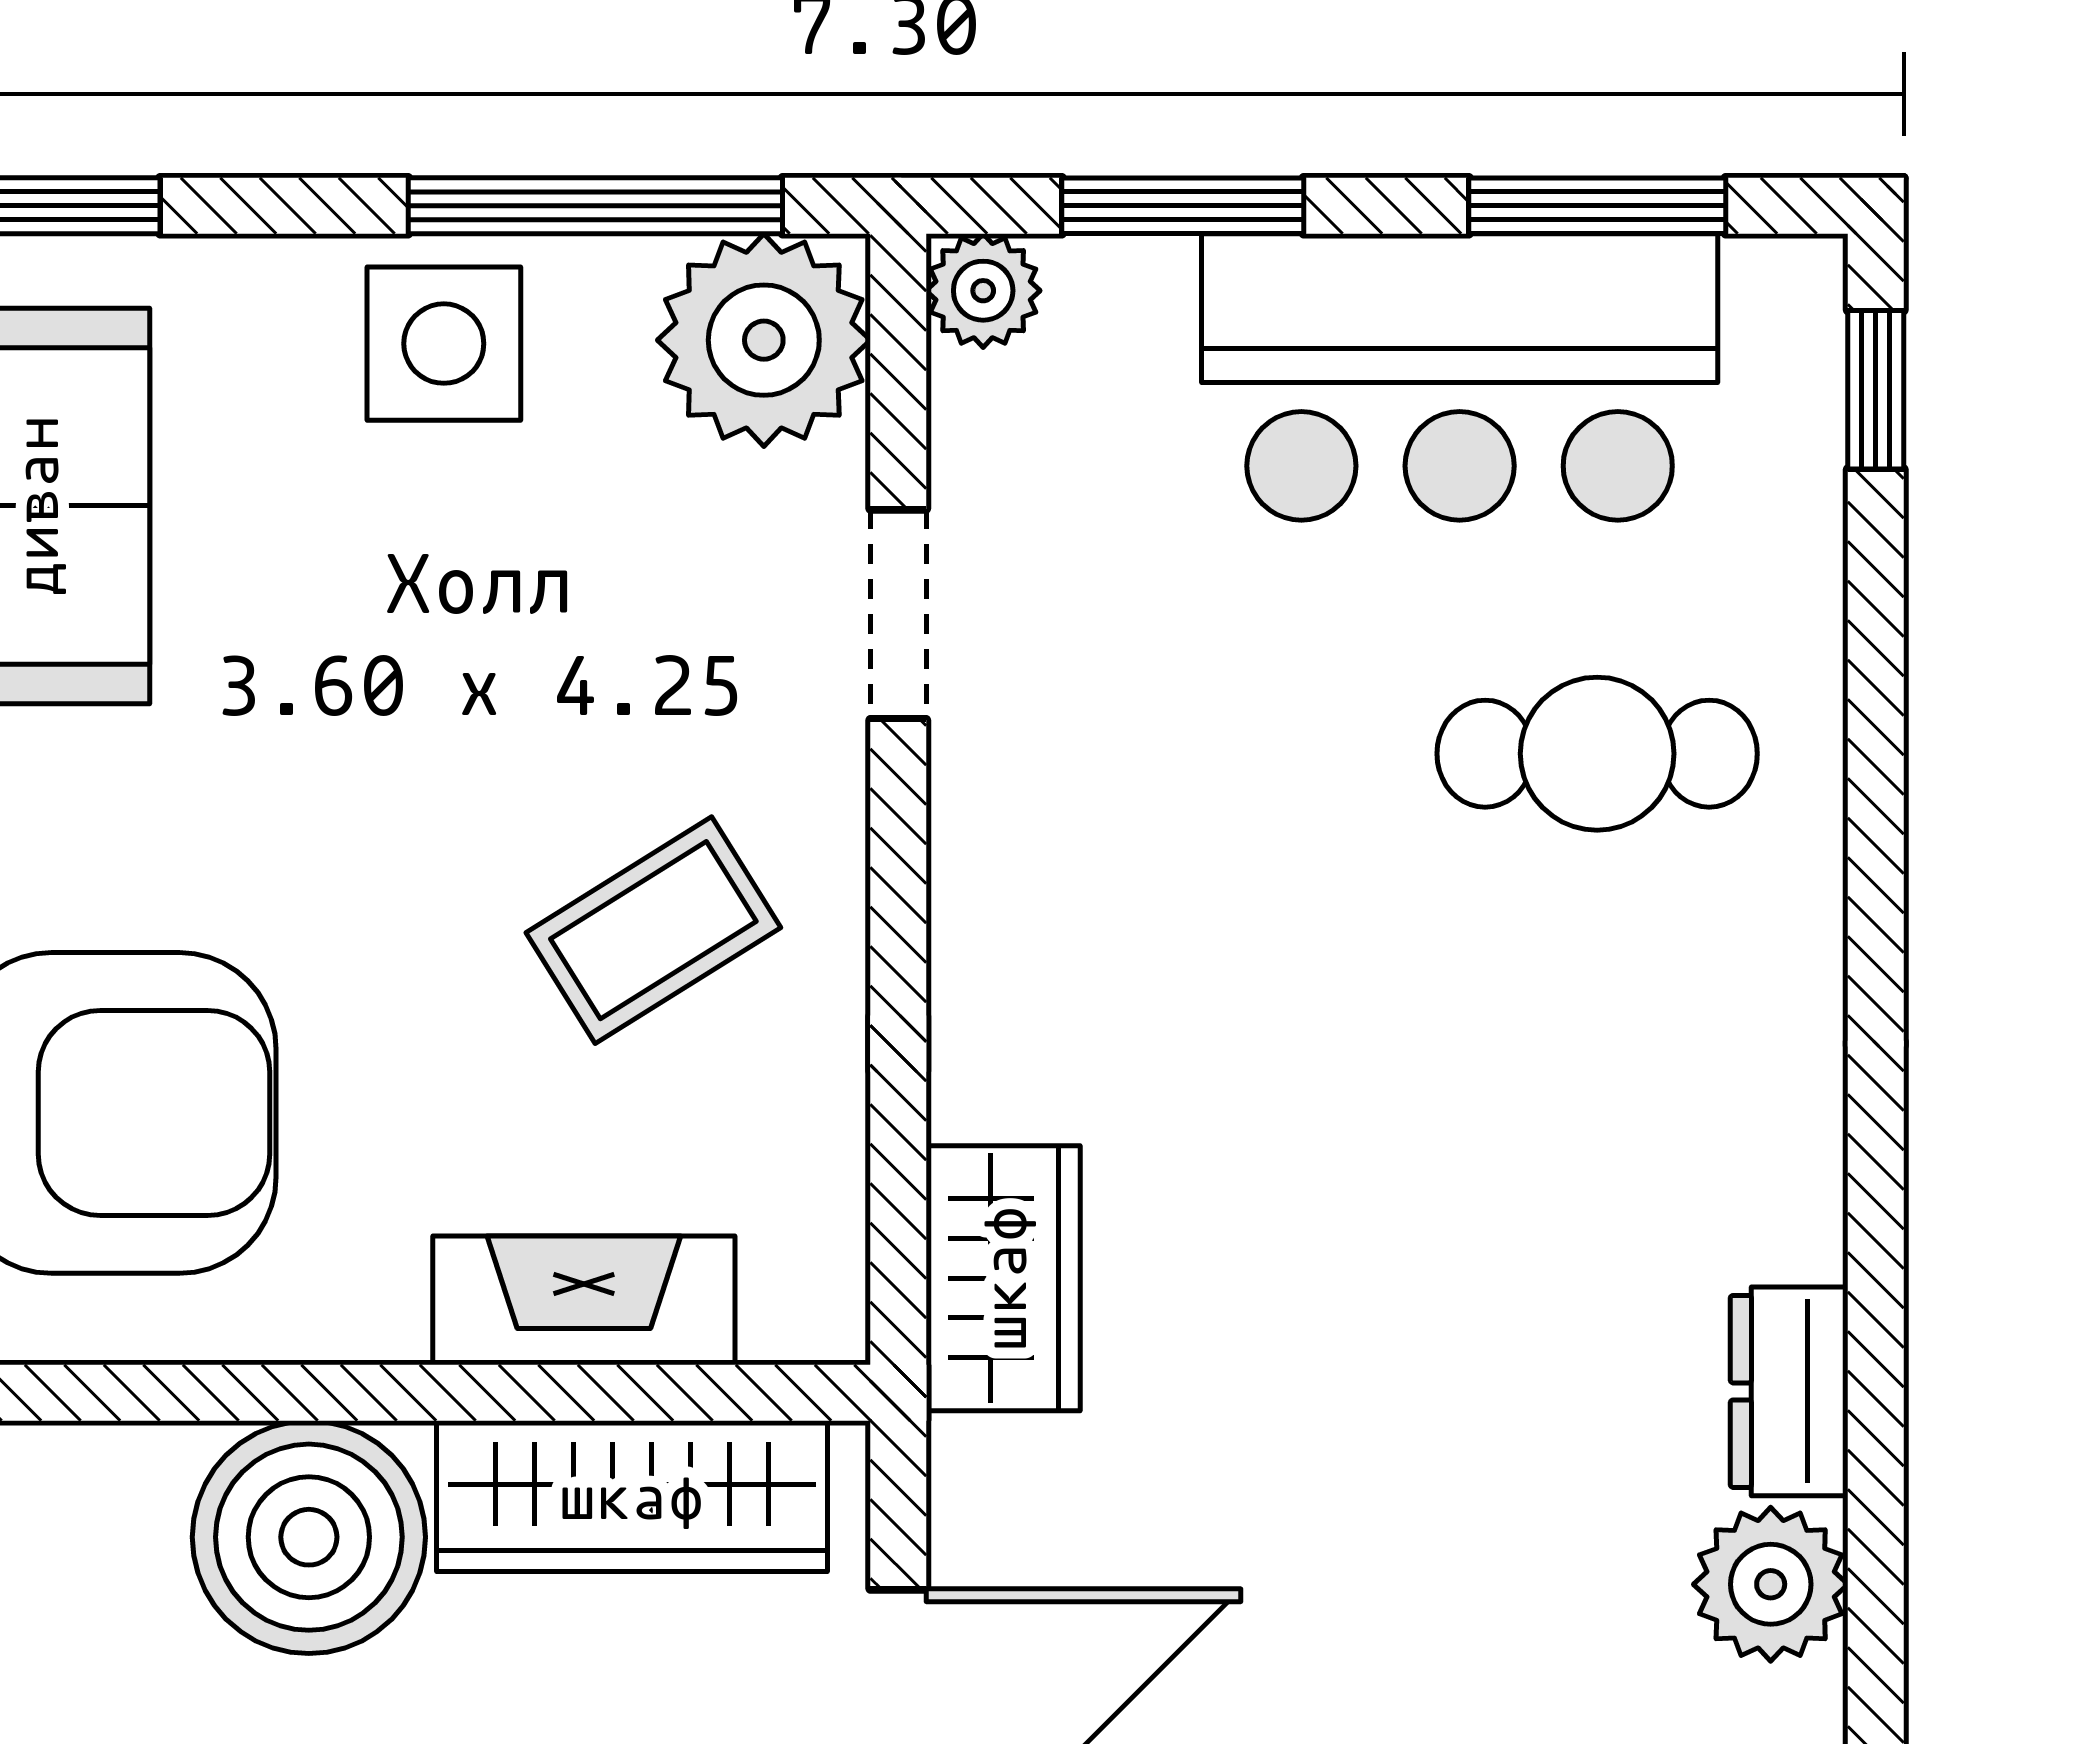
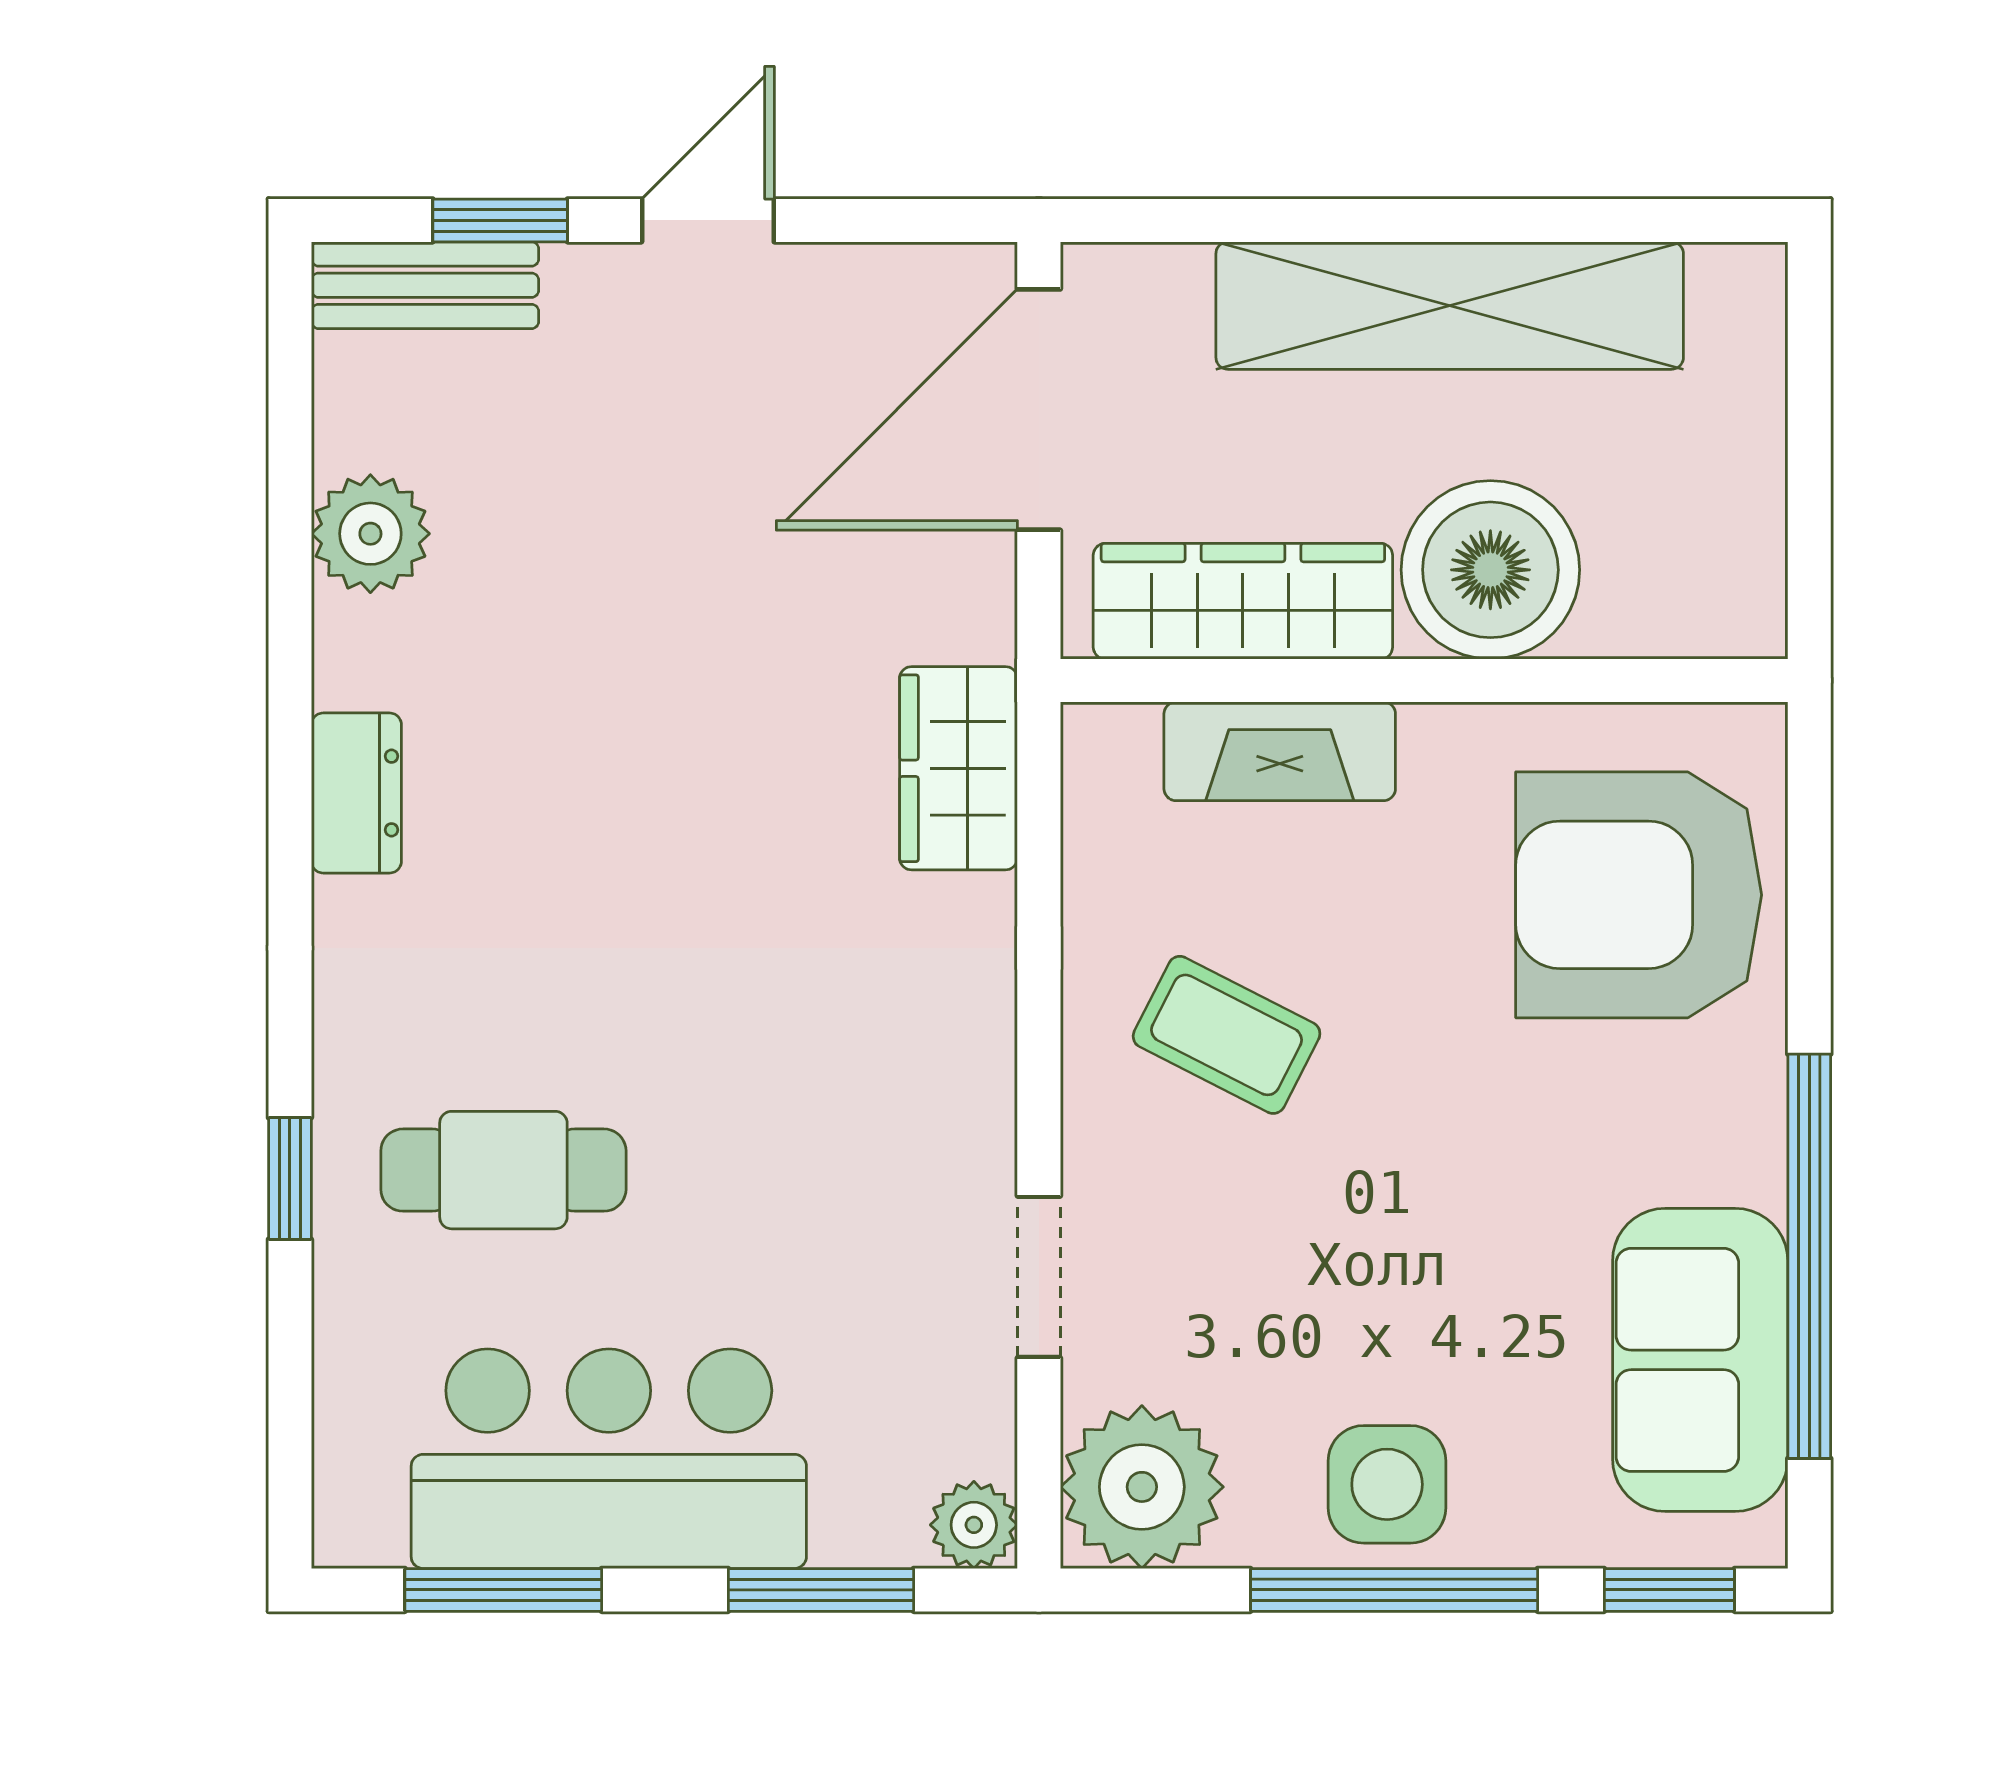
window: (595, 206) -> (1394, 1590), moved
window: (1876, 390) -> (290, 1178), moved
coffee table: (653, 930) -> (1227, 1035), turned 59
dresser: (1789, 1391) -> (356, 793), moved

